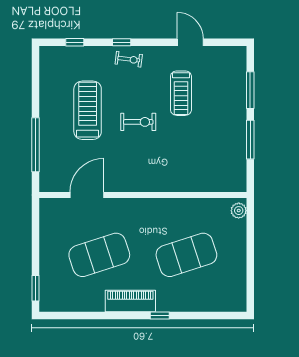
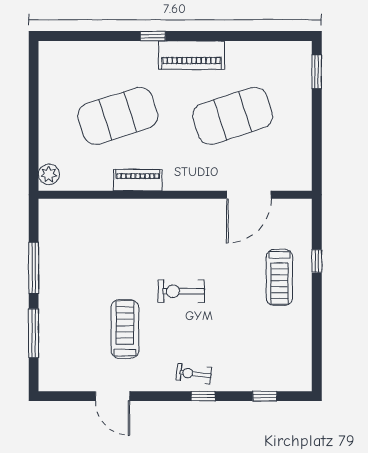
treadmill: (88, 110) -> (279, 277), moved, width x0.73, depth x0.73
window: (35, 145) -> (317, 261), width x0.32
piano: (171, 206) -> (138, 180), added

